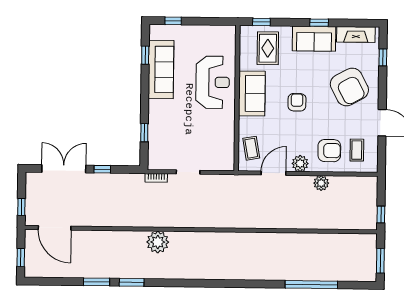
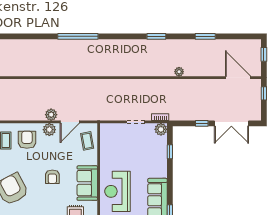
armchair: (329, 151) -> (27, 140), turned 90
plant: (155, 162) -> (161, 129), added
plant: (321, 183) -> (51, 115), moved
plant: (158, 242) -> (179, 72), moved, width x0.53, depth x0.53
window: (132, 282) -> (156, 36), moved
window: (311, 285) -> (78, 36), moved

